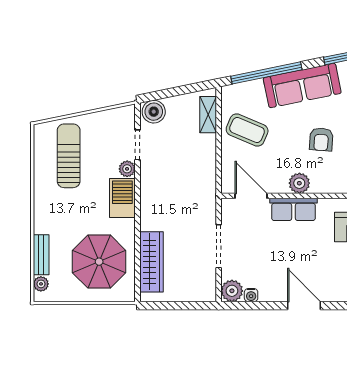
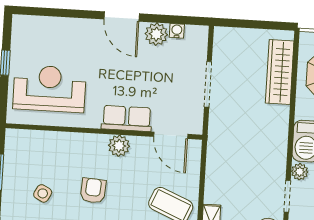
plant: (232, 291) -> (156, 34), moved

